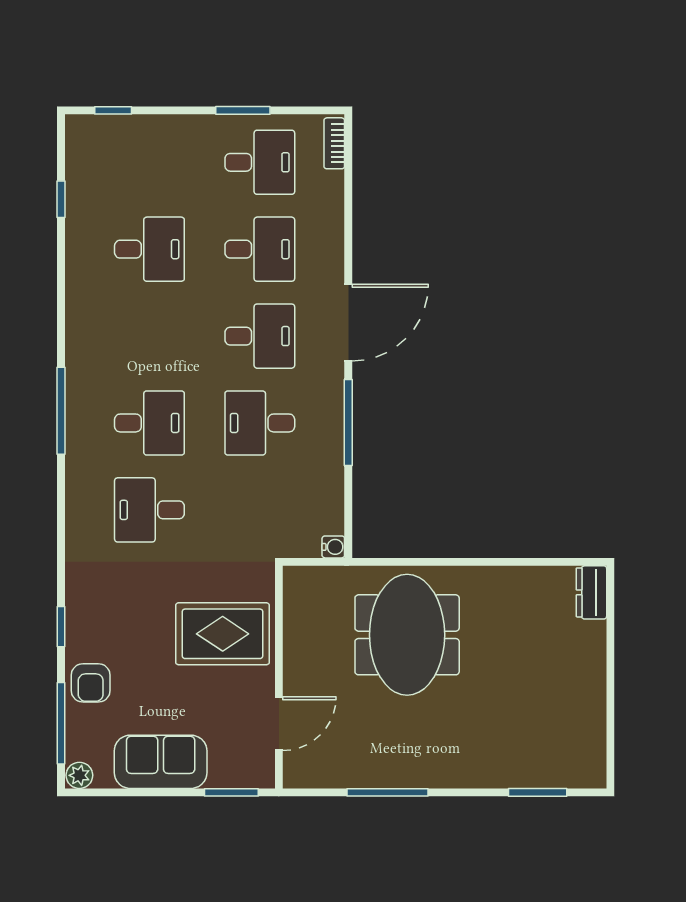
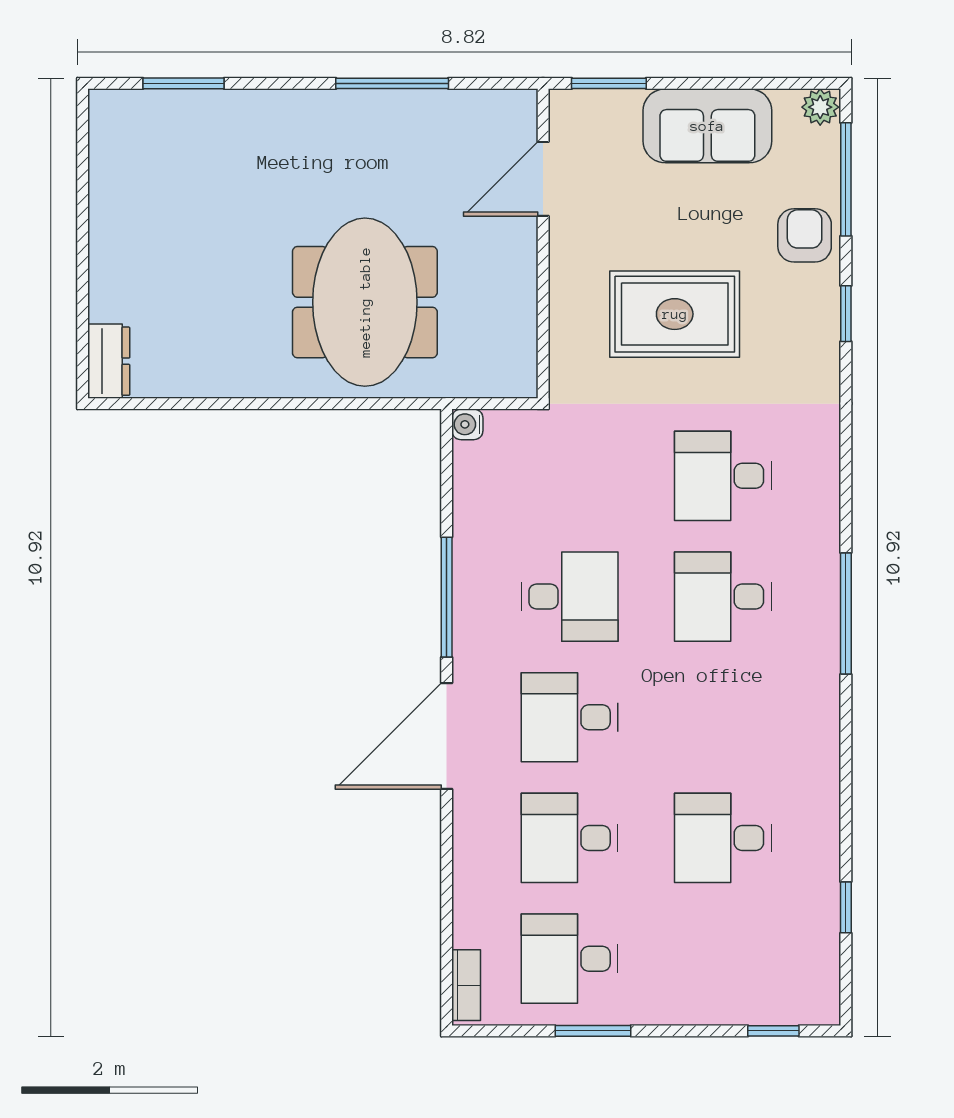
desk: (149, 510) -> (723, 476), turned 180
rug: (223, 634) -> (675, 314), moved

